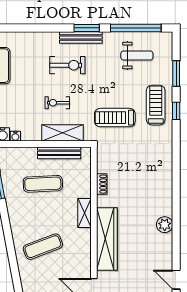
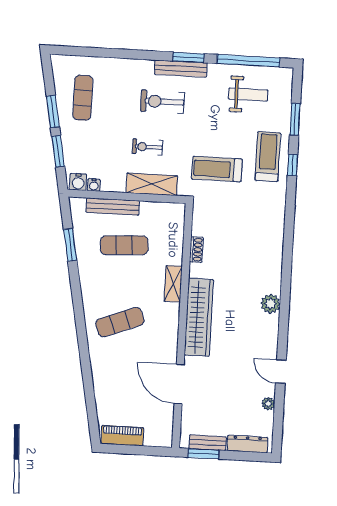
exercise bike: (67, 65) -> (162, 102), turned 180
bench: (59, 153) -> (113, 207), moved

